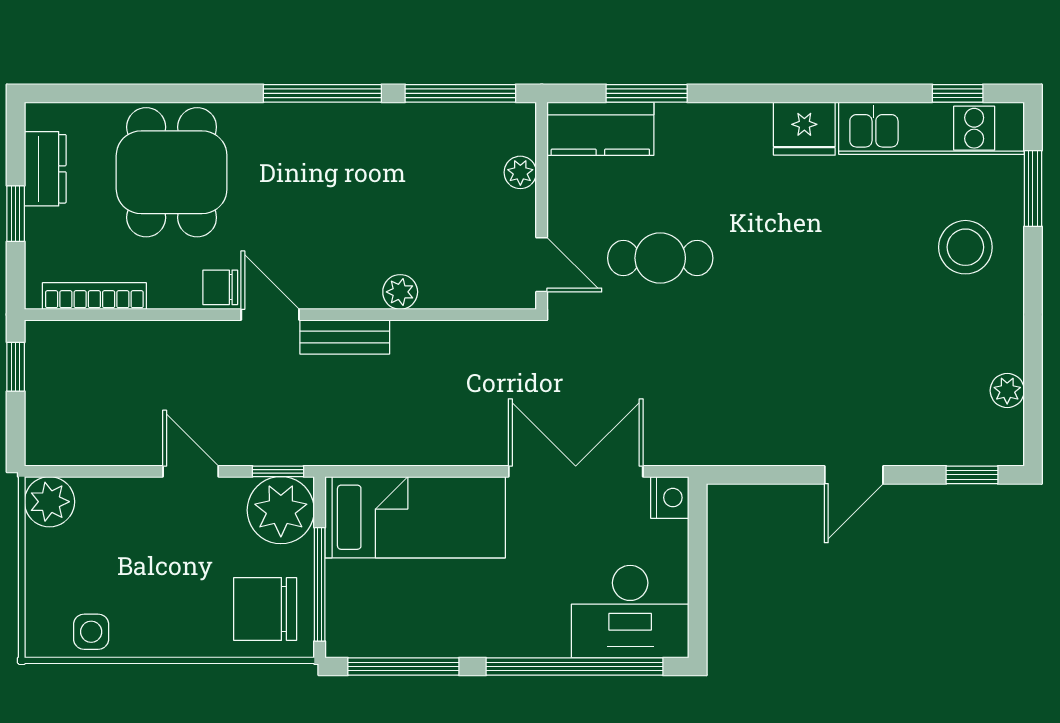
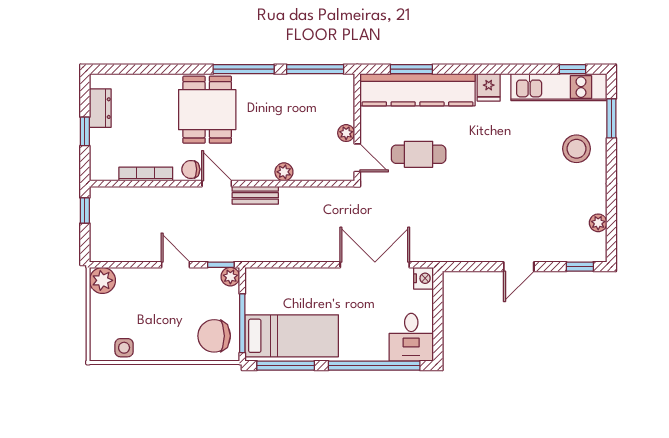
kitchen counter: (600, 129) -> (418, 90), width x2.08, depth x1.17
fridge: (804, 129) -> (489, 87), width x0.72
dining table: (172, 172) -> (207, 110), moved
plant: (520, 172) -> (346, 133), moved
bookcase: (94, 296) -> (146, 174), moved
plant: (281, 510) -> (230, 277), width x0.53, depth x0.53
bed: (415, 517) -> (292, 336), moved
desk: (630, 612) -> (411, 337), width x0.73

